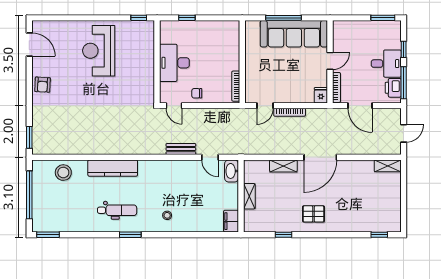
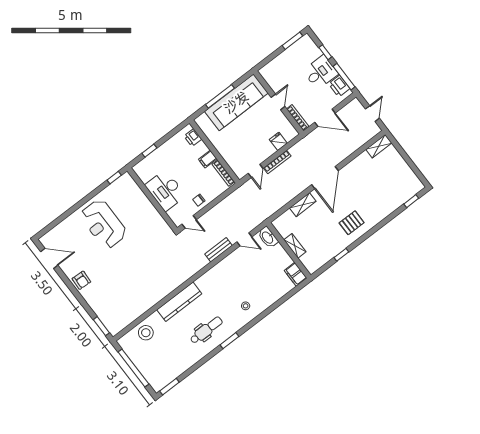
printer: (233, 35) -> (193, 138), added
filing cabinet: (232, 64) -> (208, 159), added
fridge: (321, 95) -> (278, 141), moved

